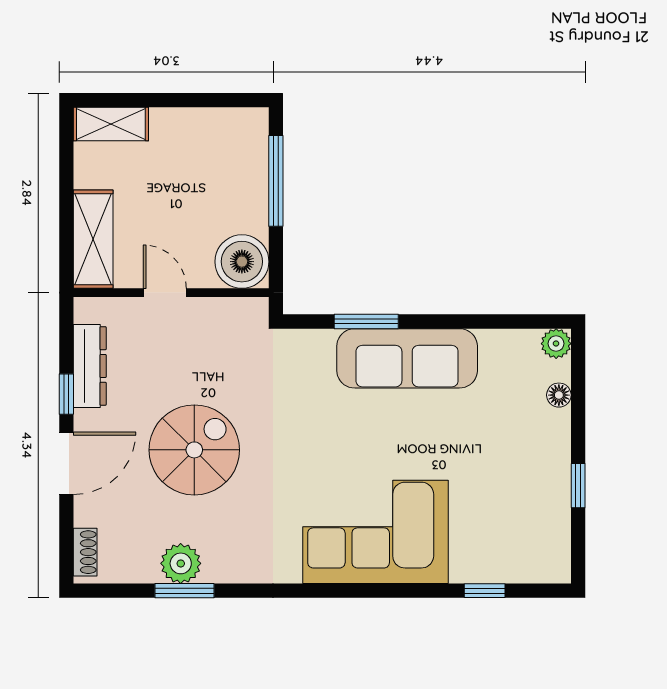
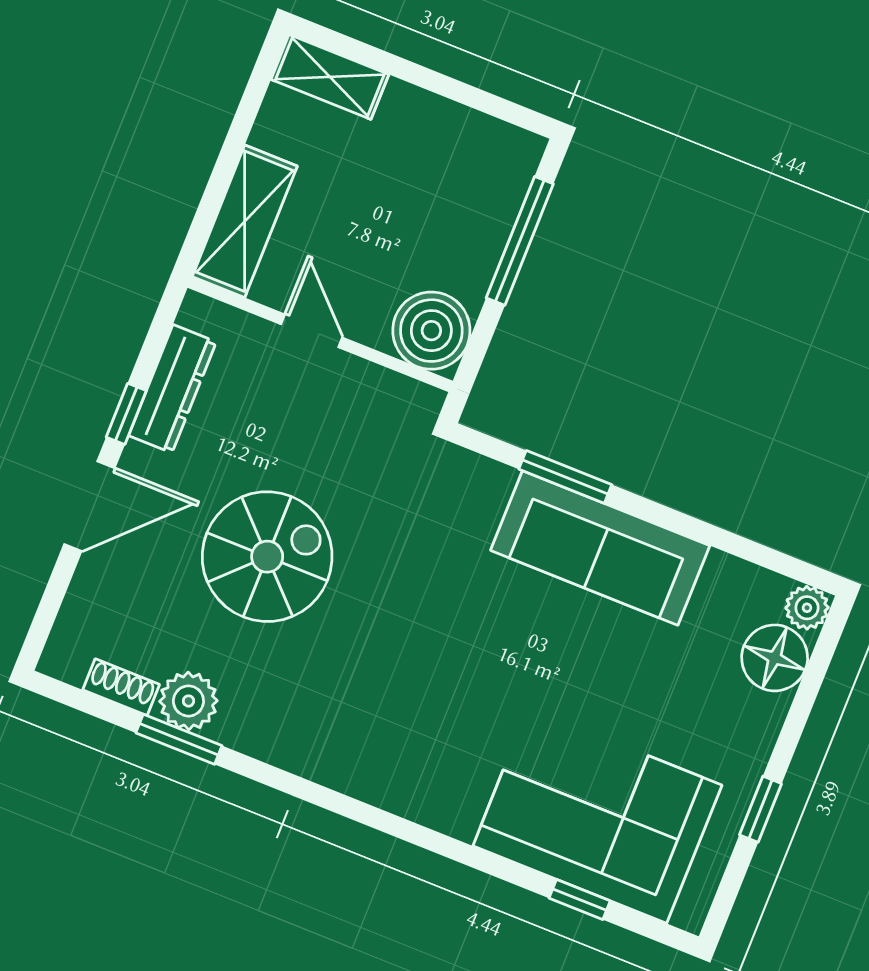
floor lamp: (559, 395) -> (775, 658), width x1.89, depth x1.89
corner sofa: (375, 532) -> (597, 816), moved
shoe rack: (85, 552) -> (121, 687), moved, turned -90

